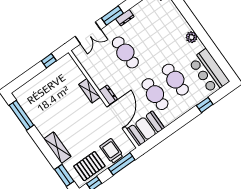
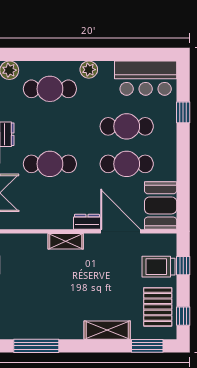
cafe table: (166, 24) -> (50, 89), added
window: (122, 164) -> (183, 266), width x0.46

